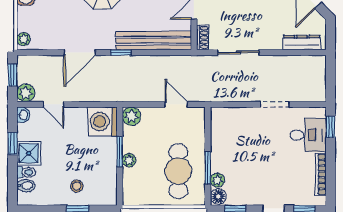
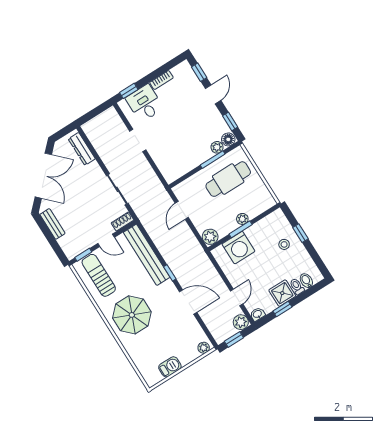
washing machine: (103, 121) -> (238, 248), moved
bookcase: (321, 174) -> (161, 80), width x0.64

